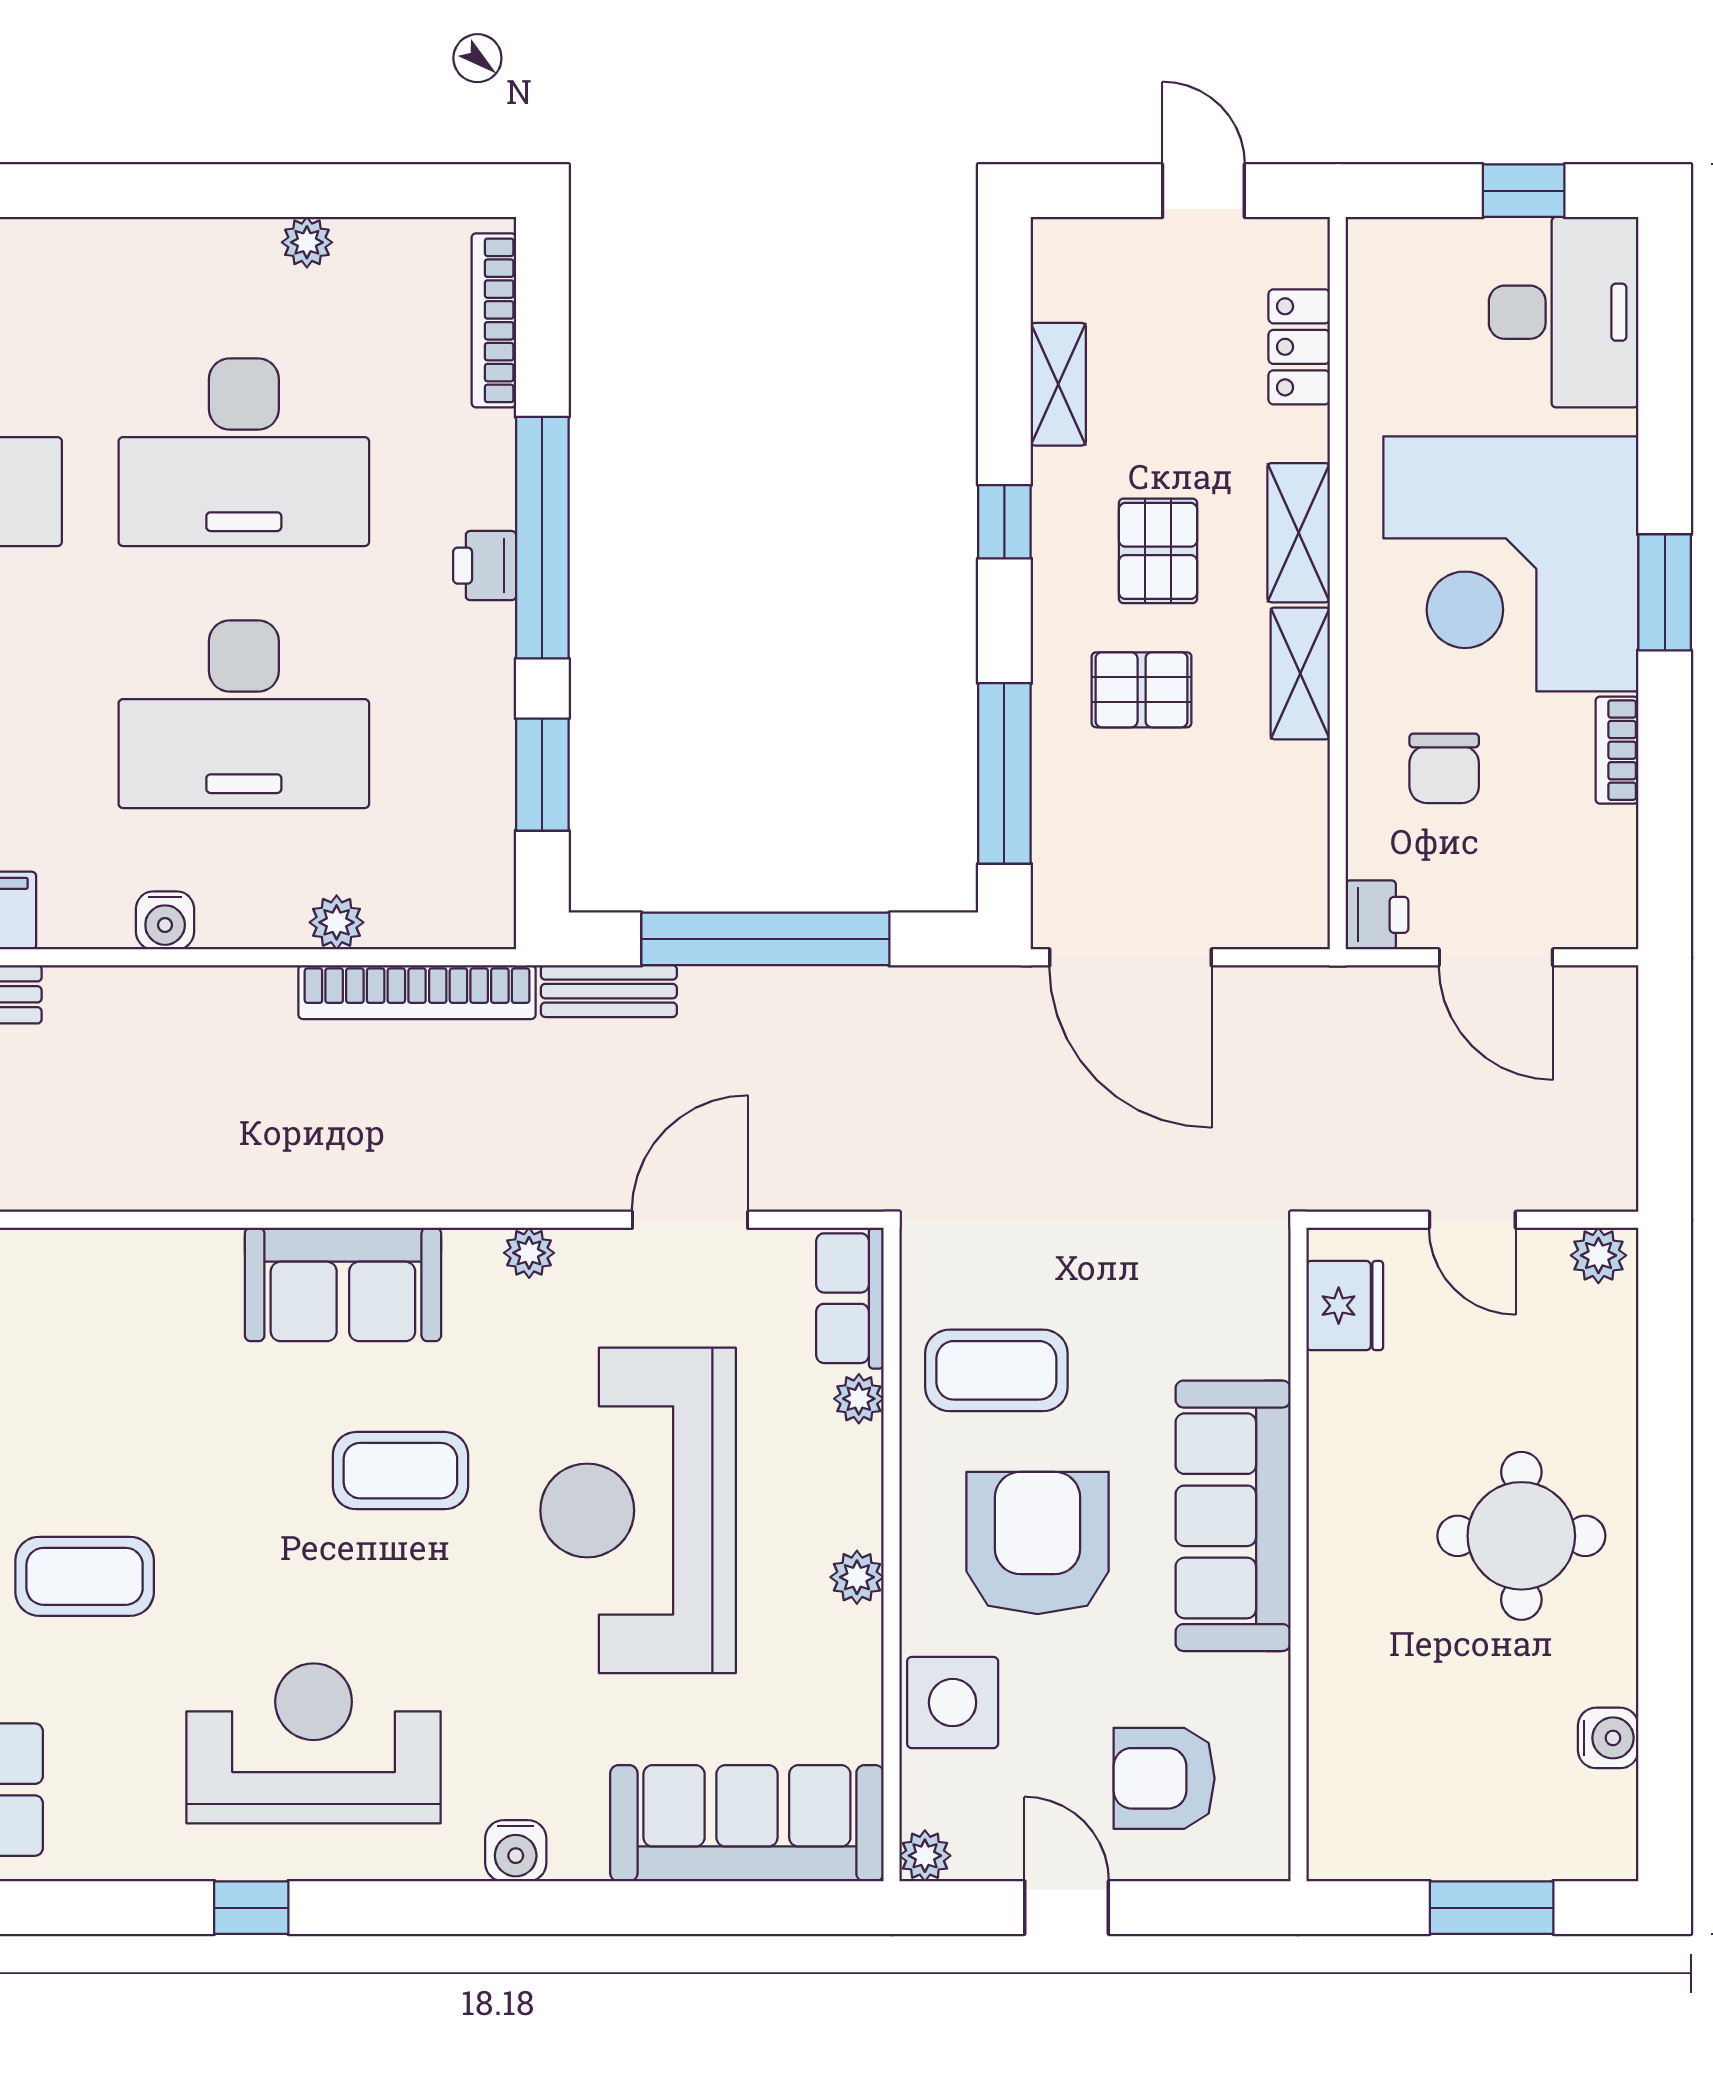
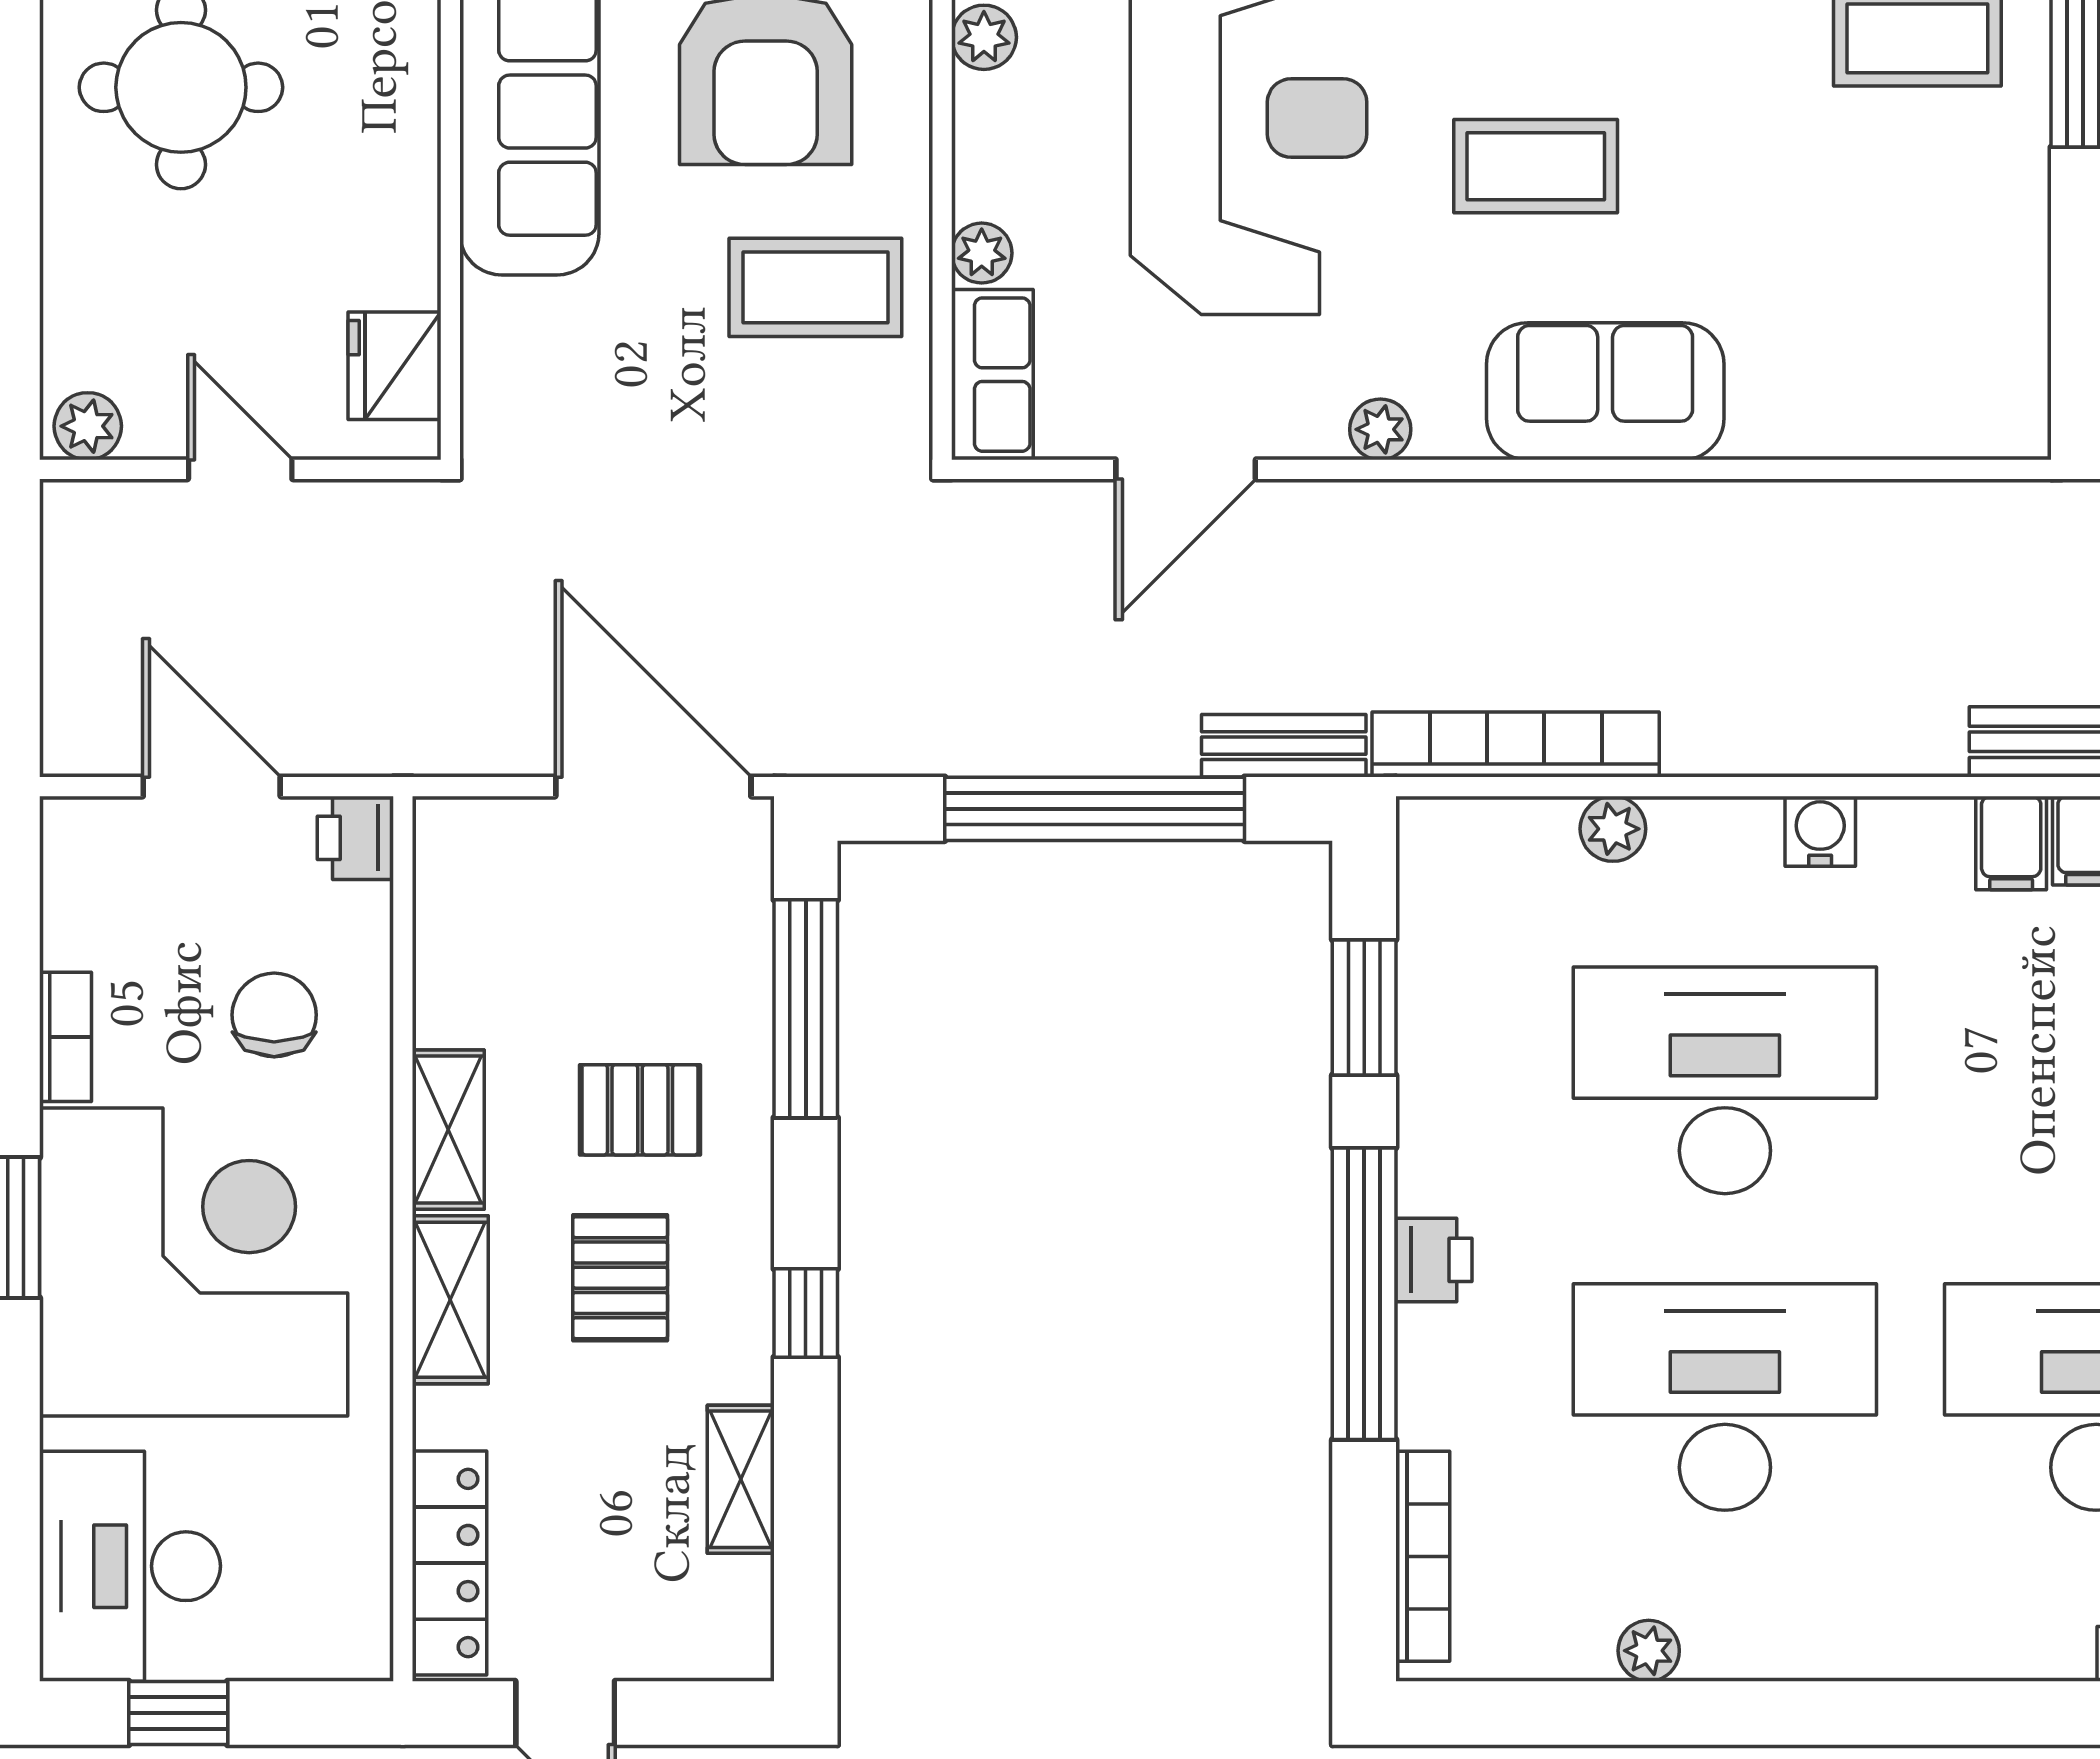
locker: (1299, 347) -> (449, 1563), width x1.53

